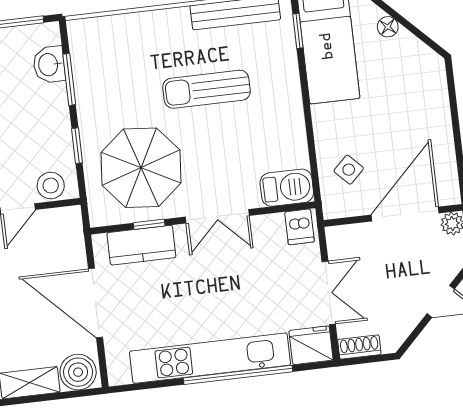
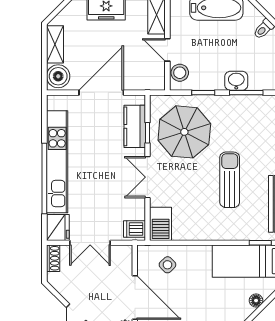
washbasin: (49, 65) -> (236, 81), moved

